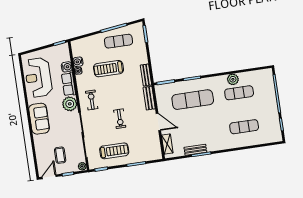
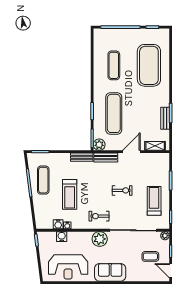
plant: (233, 79) -> (99, 145), moved
row of seats: (69, 84) -> (79, 237), removed
exercise mat: (244, 127) -> (149, 65), width x2.00, depth x1.45

